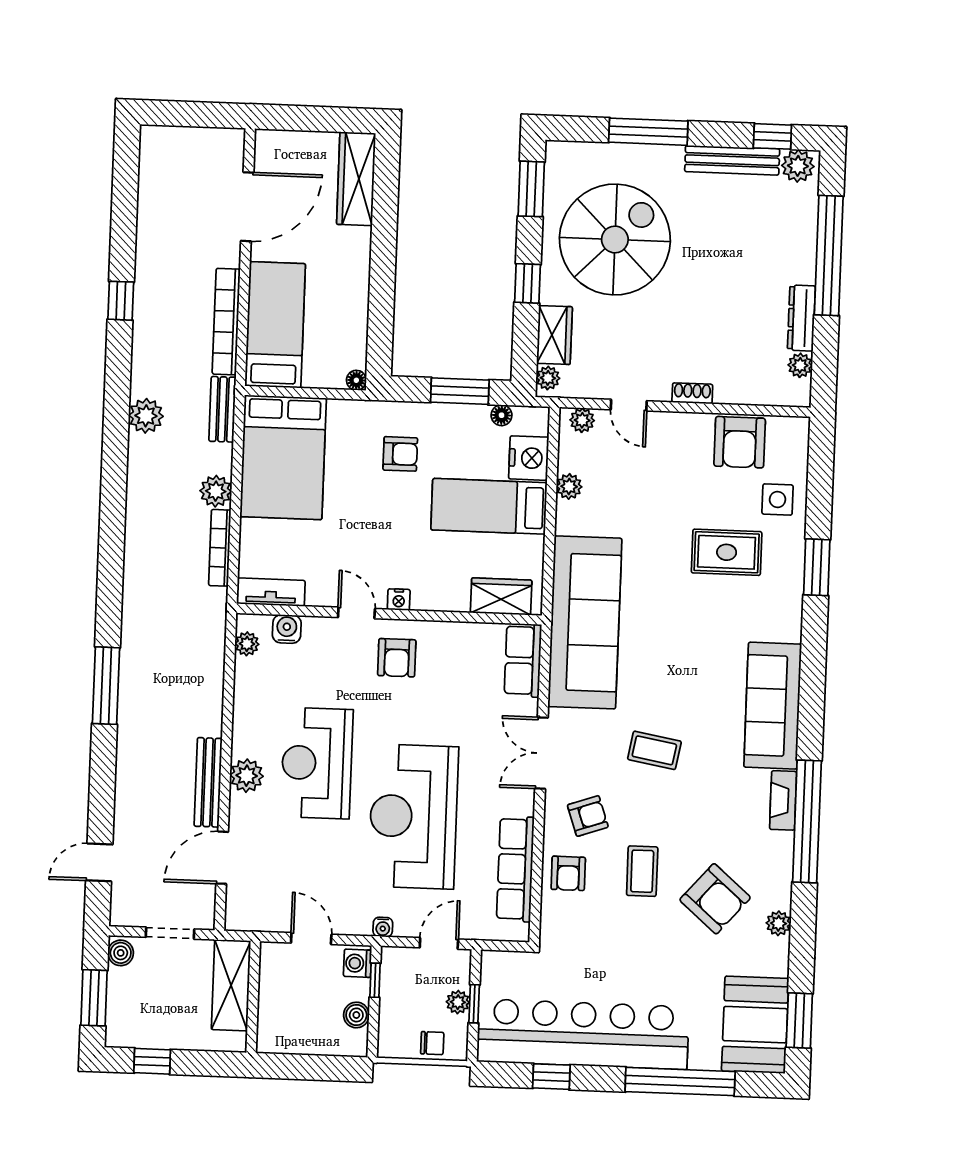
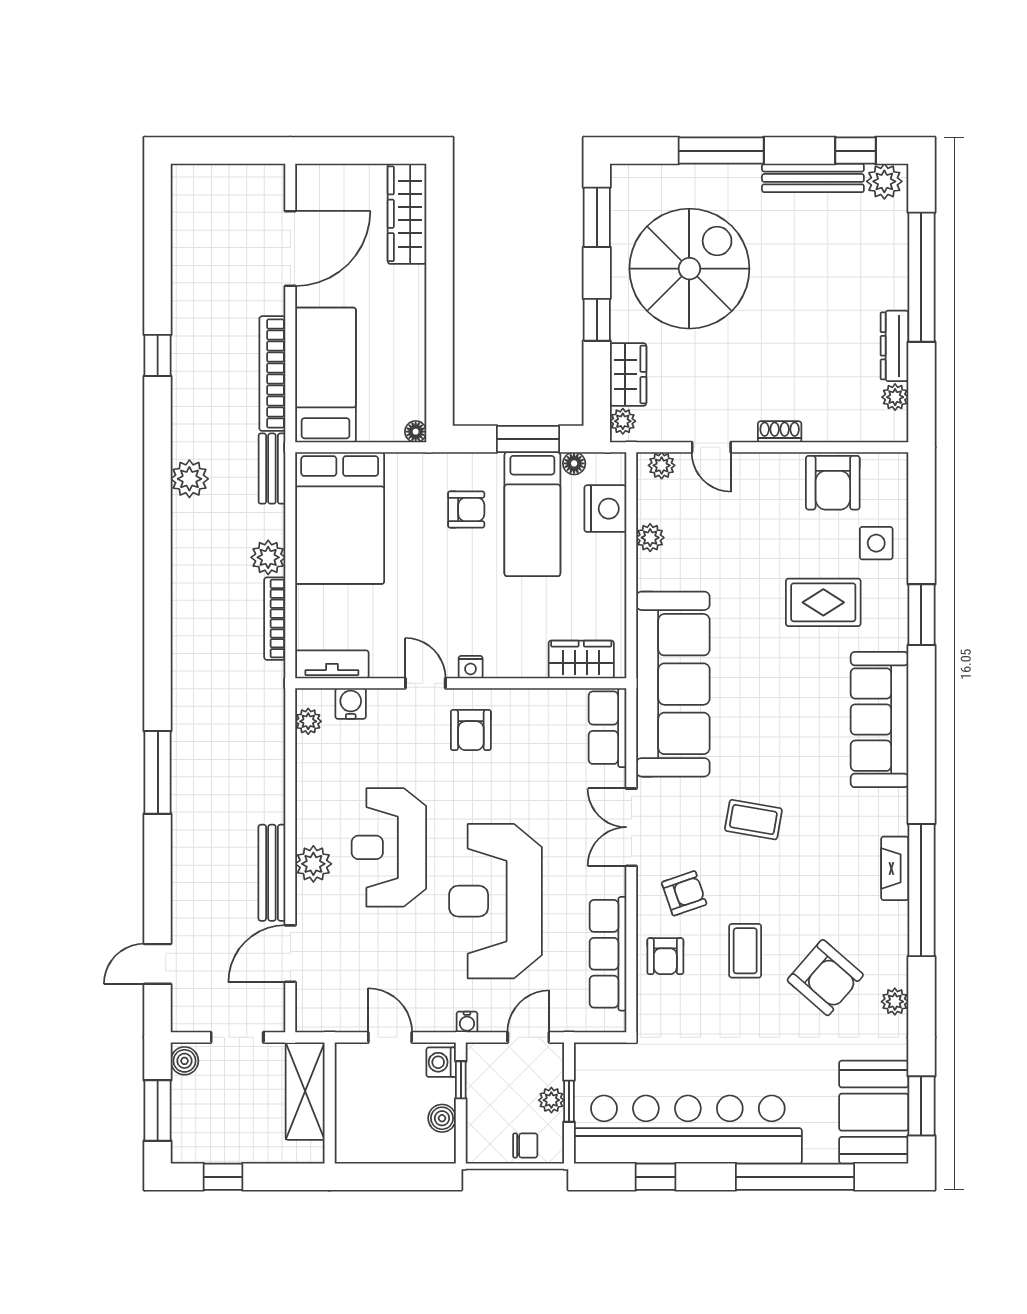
bed: (489, 506) -> (532, 514), moved, turned -90
sofa: (773, 706) -> (880, 720), moved

